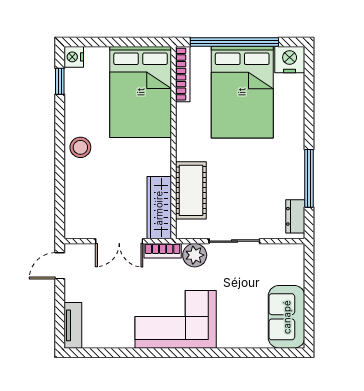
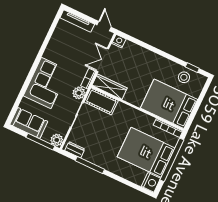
nightstand: (74, 57) -> (119, 41), moved
stool: (80, 147) -> (184, 77), moved
cot: (191, 190) -> (101, 101), moved
plant: (293, 255) -> (57, 140), added
window: (309, 282) -> (40, 142), added
corner sofa: (176, 319) -> (46, 83), moved
tv unit: (73, 325) -> (77, 21), width x1.41

